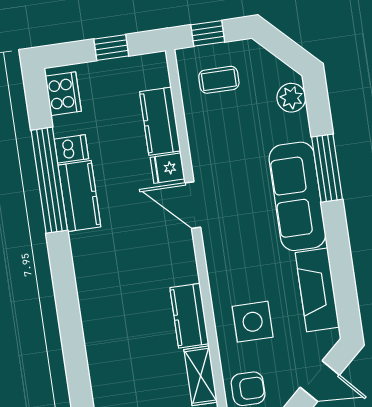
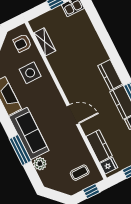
plant: (291, 98) -> (40, 164), moved
fridge: (167, 168) -> (109, 166), moved
kitchen counter: (189, 316) -> (110, 75), moved, turned 180

